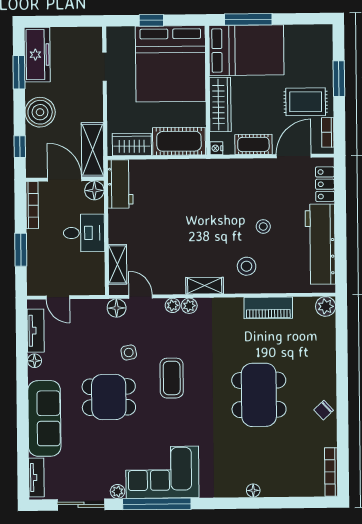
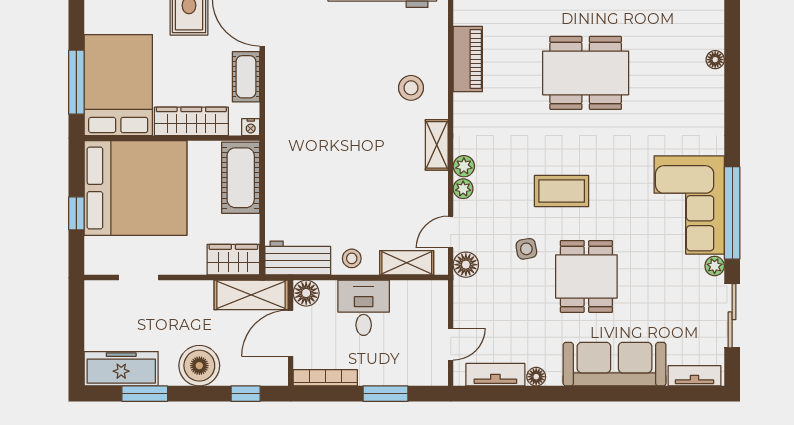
wardrobe: (132, 144) -> (233, 260), moved, turned 90
stool: (263, 226) -> (352, 258), moved
floor lamp: (253, 490) -> (715, 60), moved

